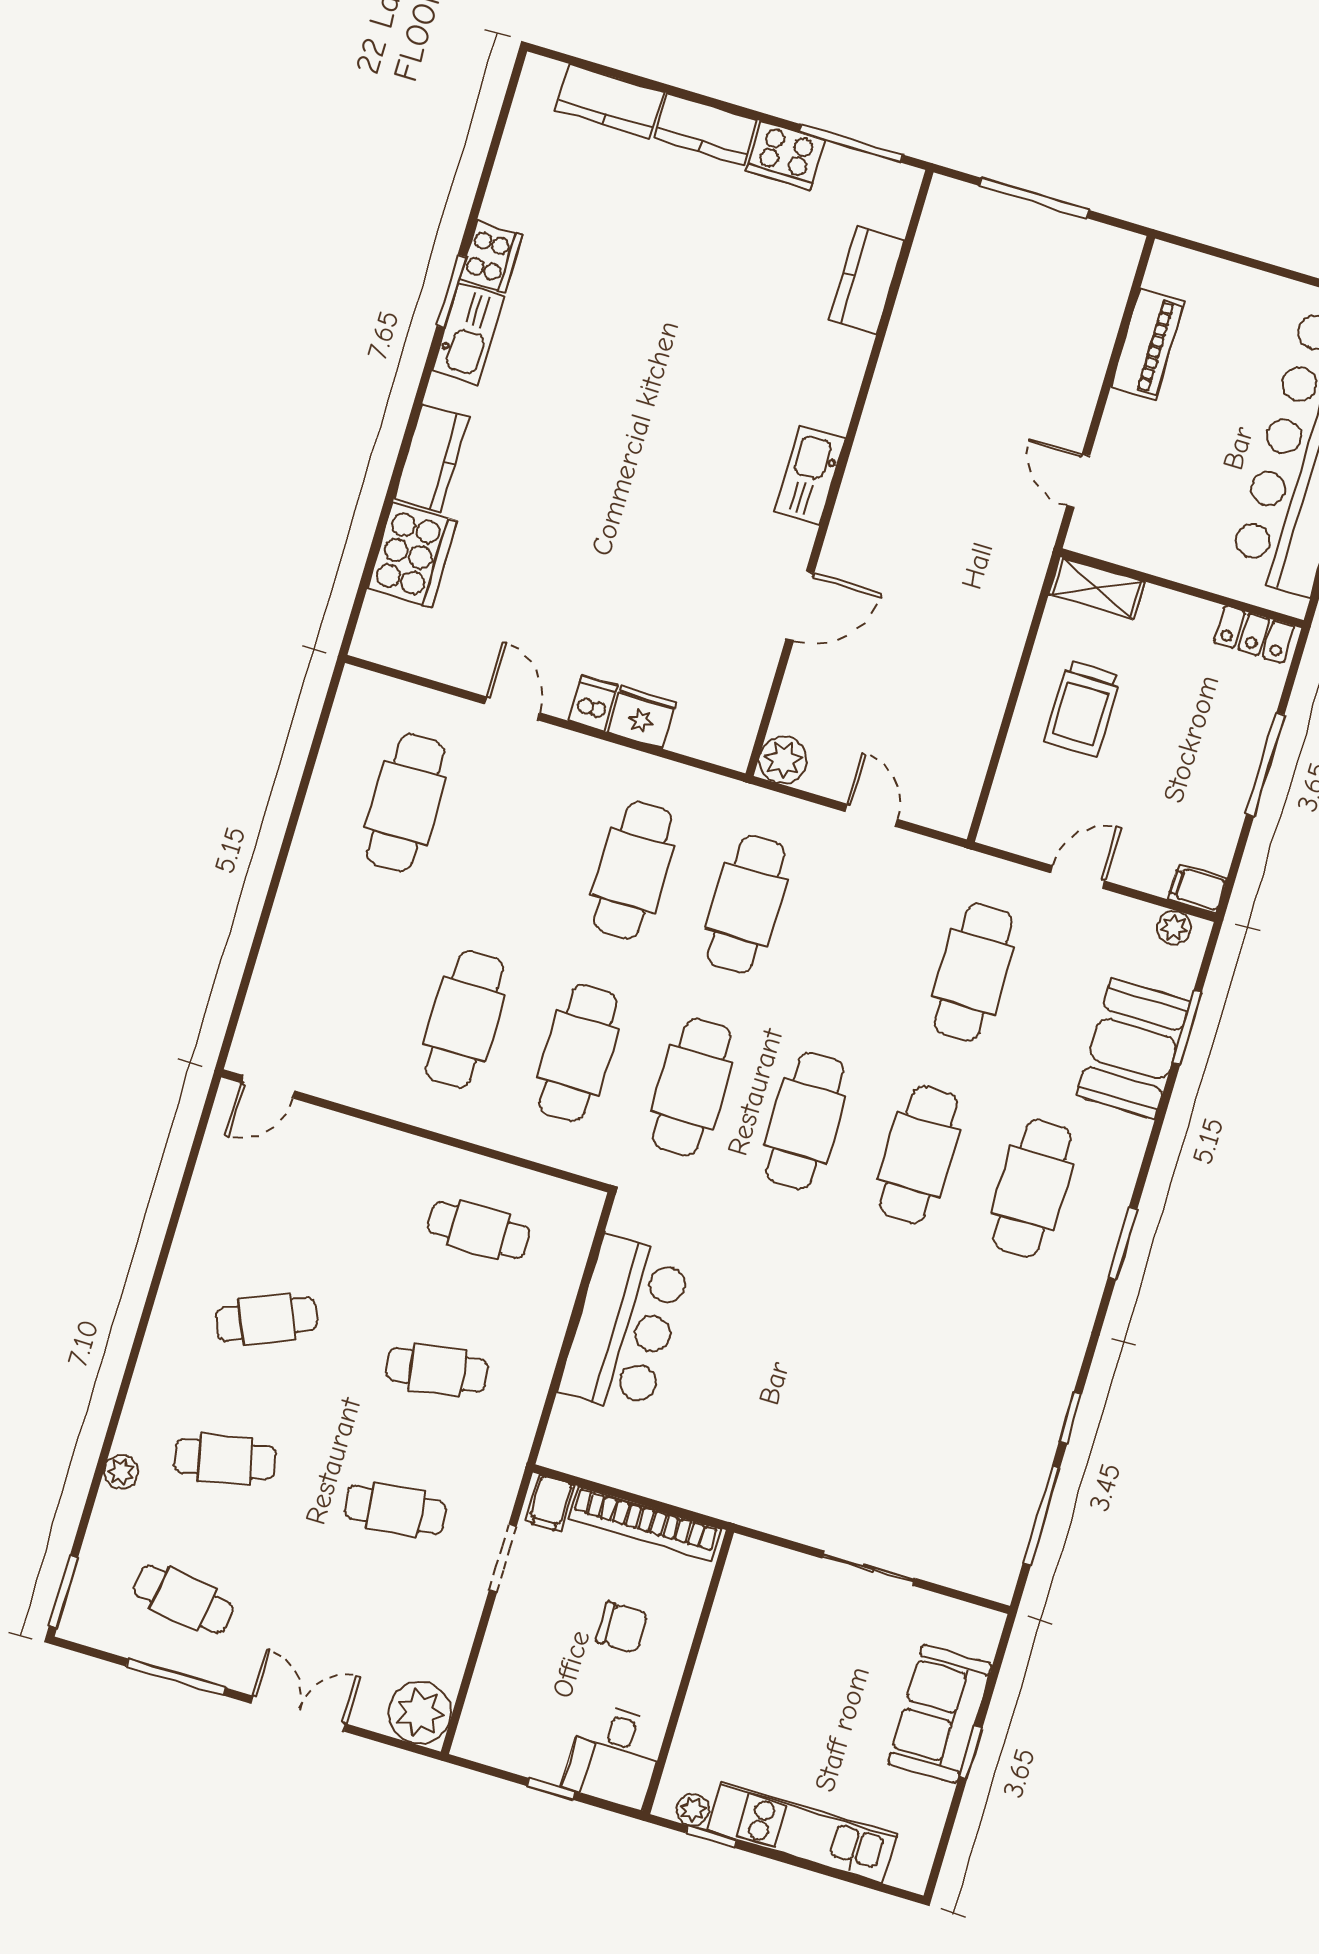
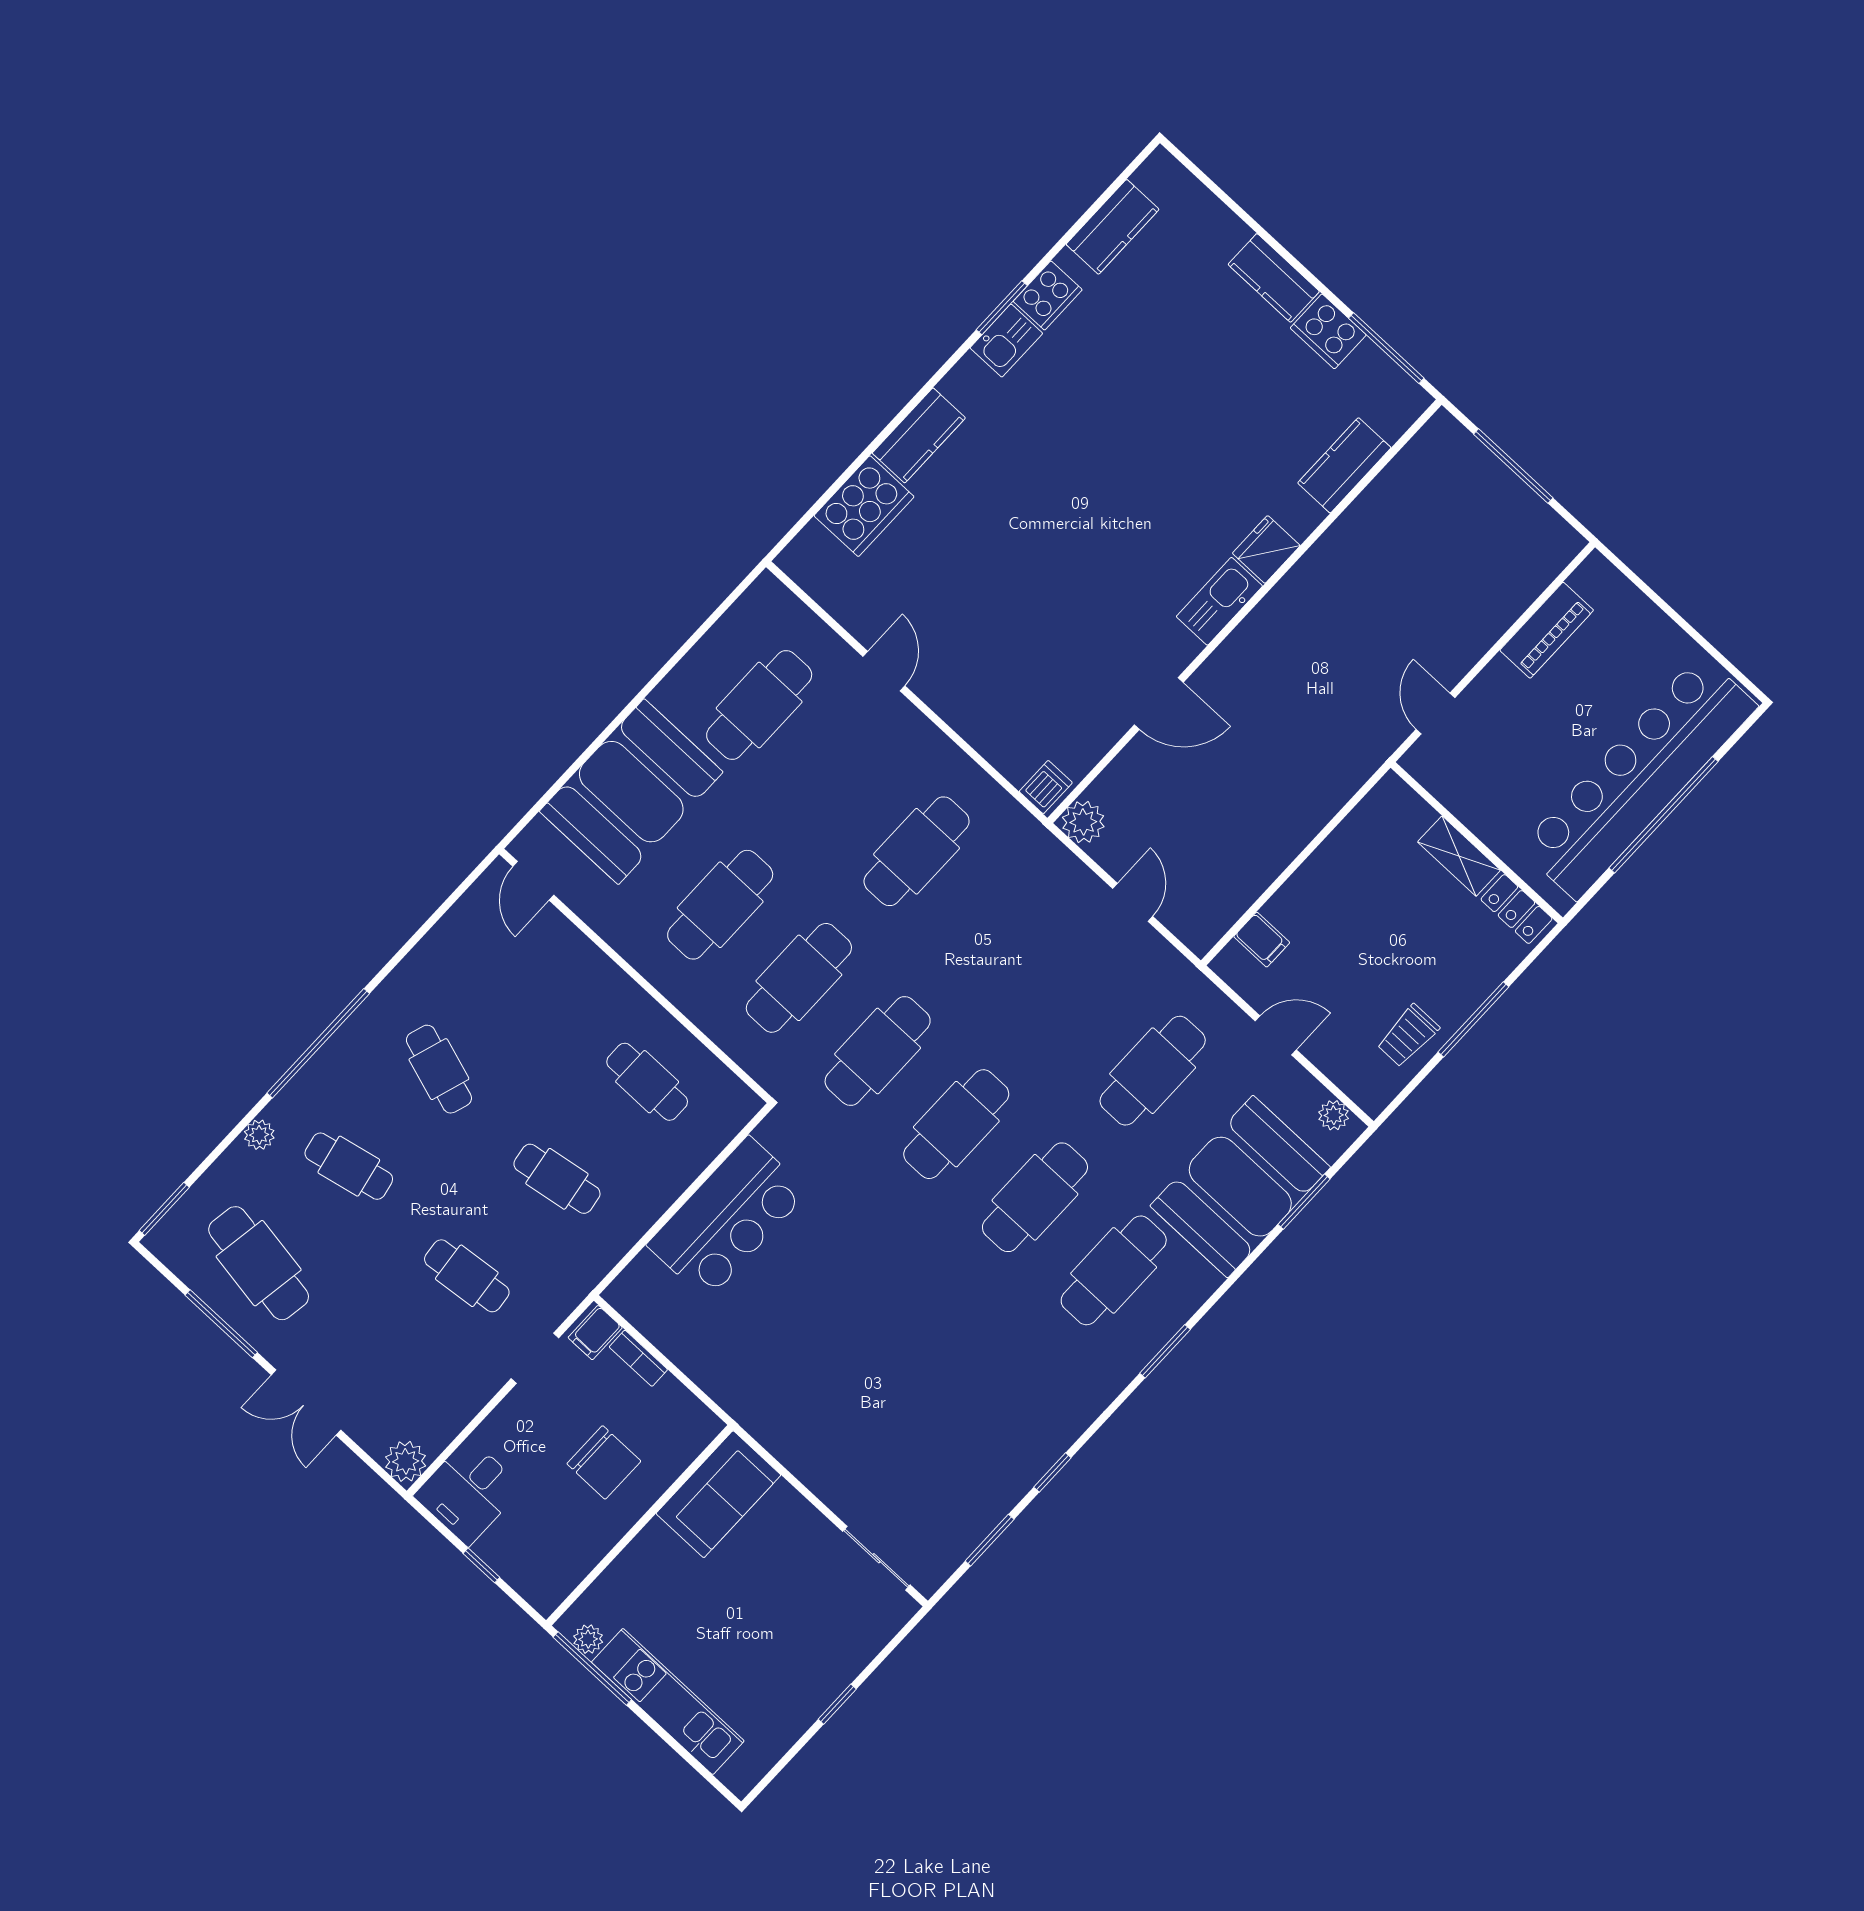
kitchen counter: (610, 101) -> (1113, 227), moved, turned -90
kitchen sink: (468, 334) -> (1006, 341), width x0.73
shelving: (1097, 588) -> (1459, 856), moved
dishwasher: (593, 703) -> (1046, 787), moved
trolley: (1083, 708) -> (1408, 1036), moved, width x0.73, depth x0.72
fridge: (642, 717) -> (1266, 549), moved, turned -90
filing cabinet: (1198, 889) -> (1262, 940), moved, turned 180
cafe table: (746, 904) -> (995, 924), removed
booth: (321, 951) -> (631, 792), added
booth: (1133, 1049) -> (1240, 1187), width x1.36, depth x1.42
door: (268, 1087) -> (533, 881), hinge flipped
cafe table: (267, 1319) -> (439, 1069), turned 42
window: (135, 1353) -> (318, 1043), added
window: (1041, 1516) -> (990, 1540), width x0.69
bookcase: (645, 1524) -> (638, 1358), width x0.43, depth x0.76
sliding door: (869, 1568) -> (876, 1558), moved
cafe table: (183, 1599) -> (259, 1263), width x1.37, depth x1.35
chair: (622, 1627) -> (604, 1462), width x1.37, depth x1.37
plant: (420, 1713) -> (406, 1461), width x0.73, depth x0.73
double door: (298, 1714) -> (306, 1402), swing flipped
sofa: (940, 1714) -> (718, 1494), moved, turned 180
desk: (615, 1756) -> (468, 1492), moved
window: (711, 1837) -> (592, 1668), width x2.17

